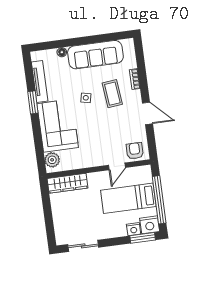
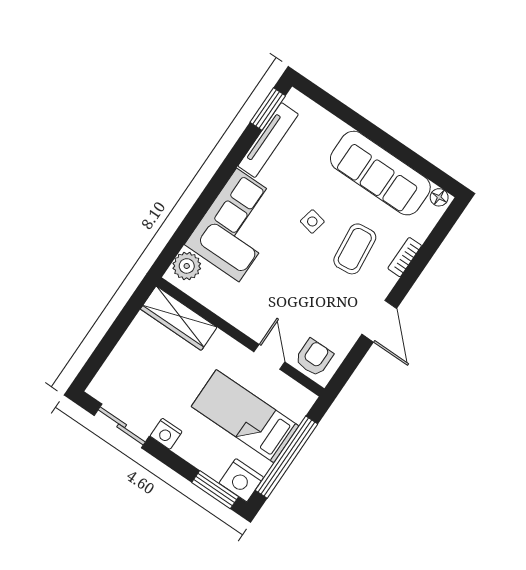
floor lamp: (62, 52) -> (439, 197), moved
window: (33, 102) -> (268, 109), moved
door: (117, 166) -> (269, 357), swing flipped
nightstand: (134, 229) -> (166, 434), moved

